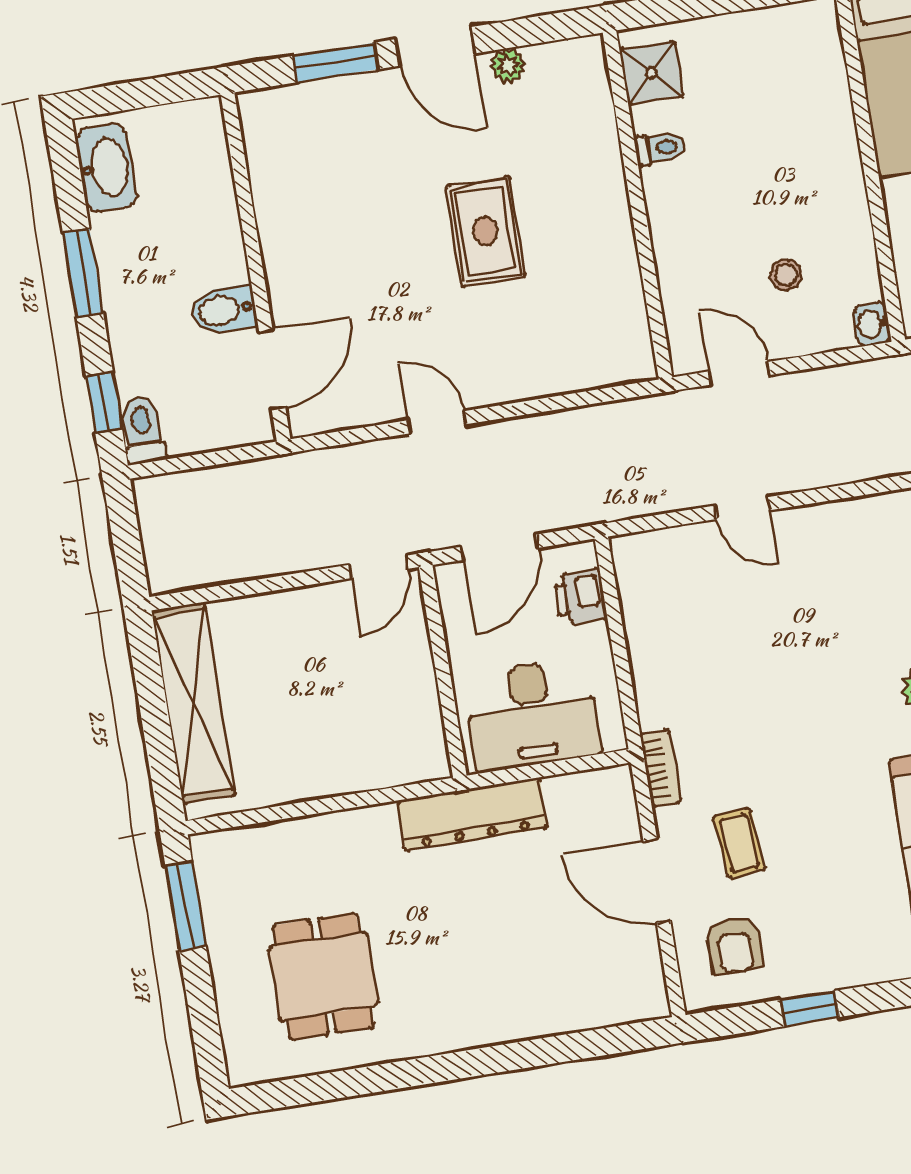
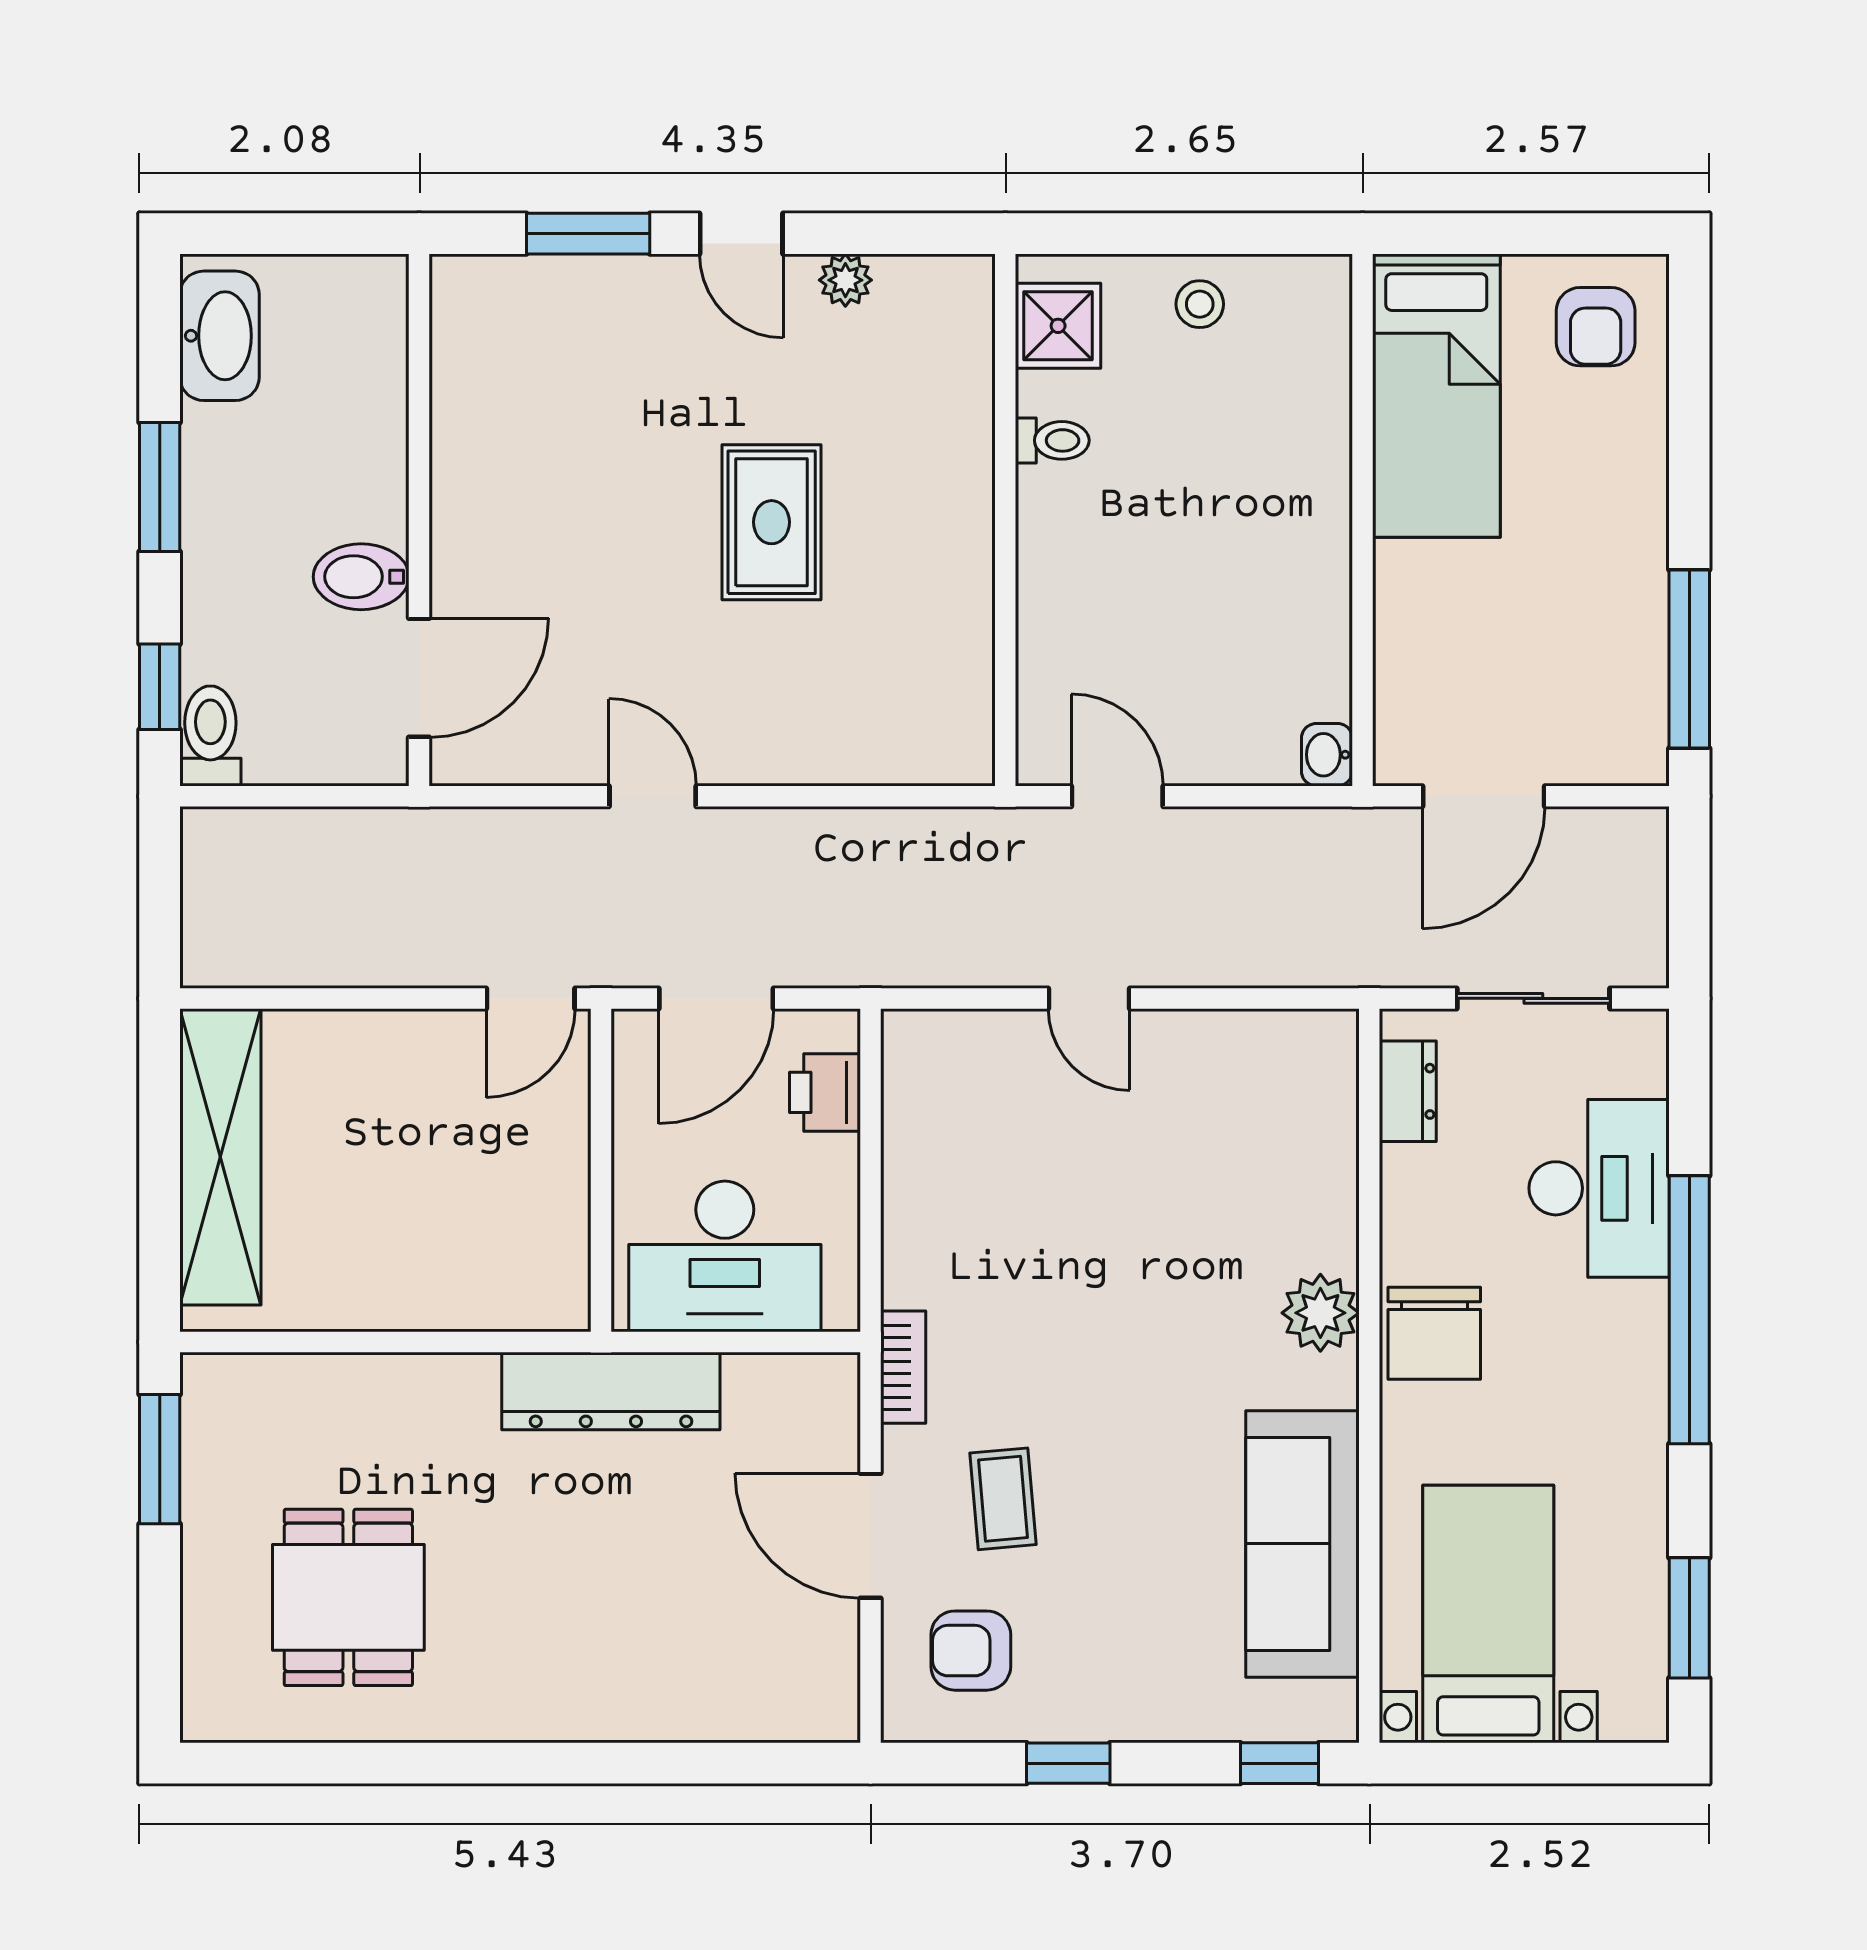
door: (435, 46) -> (741, 234), width x0.73
stool: (786, 275) -> (1200, 304), moved
armchair: (734, 945) -> (971, 1651), turned 90

